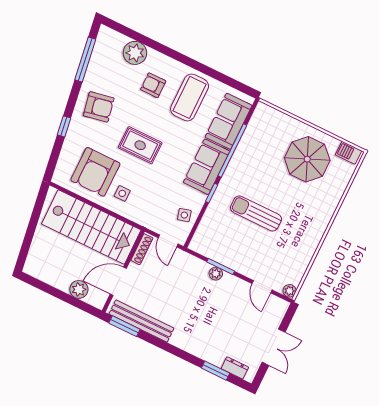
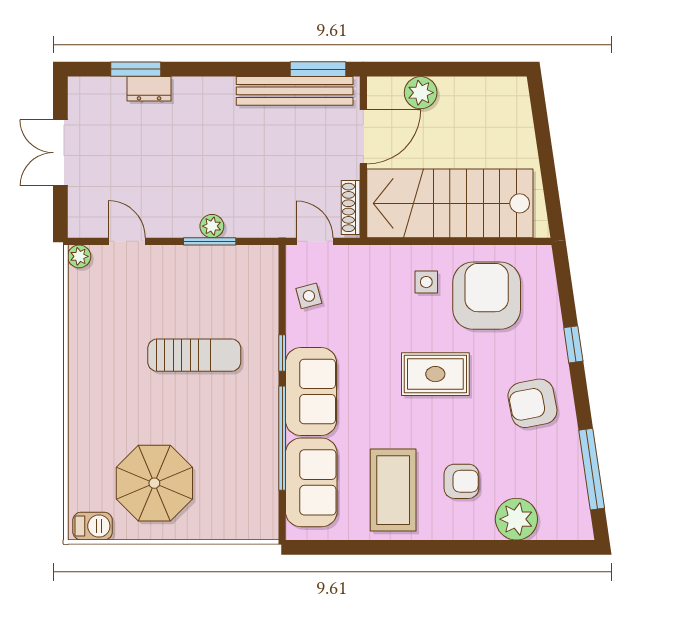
dresser: (235, 368) -> (149, 89), moved

